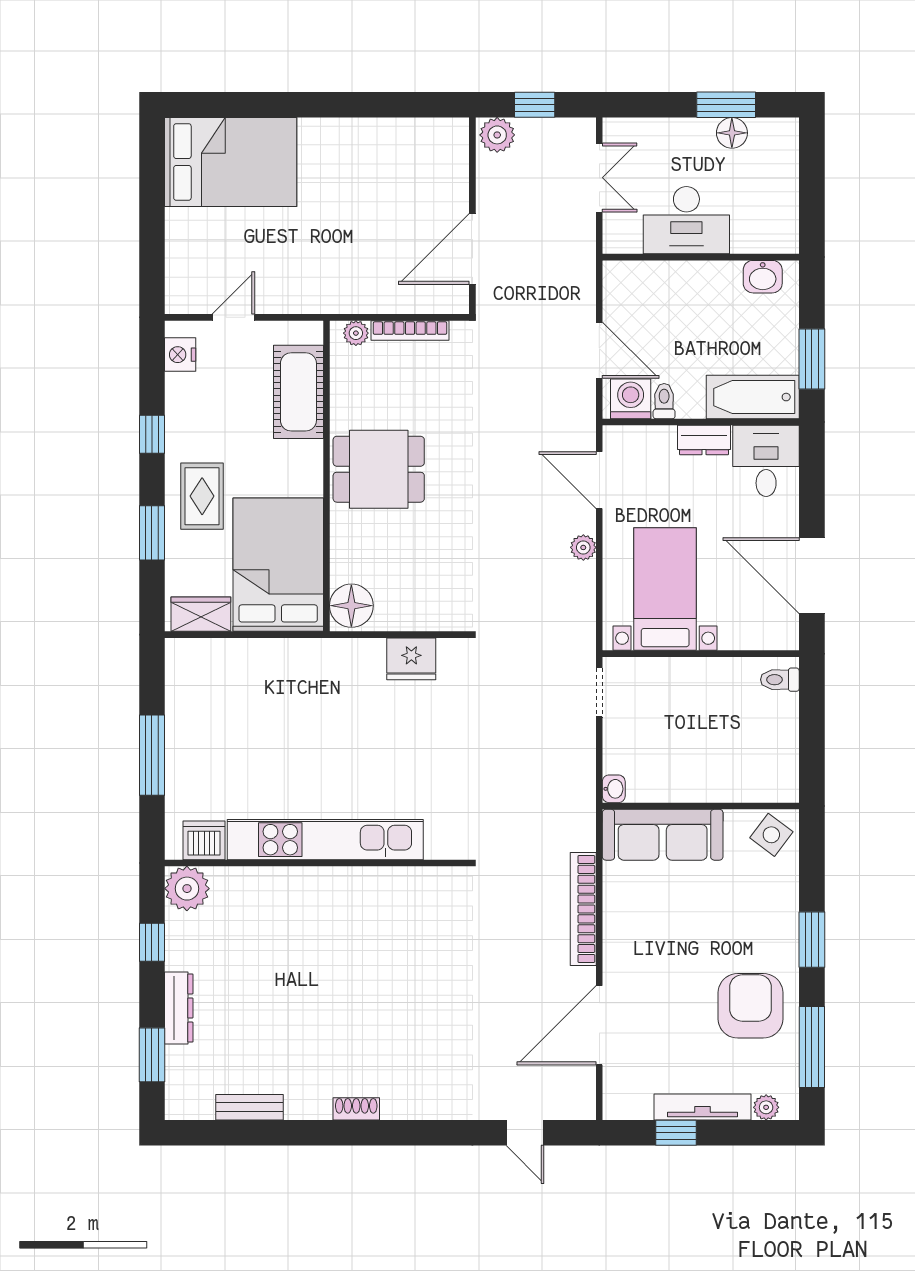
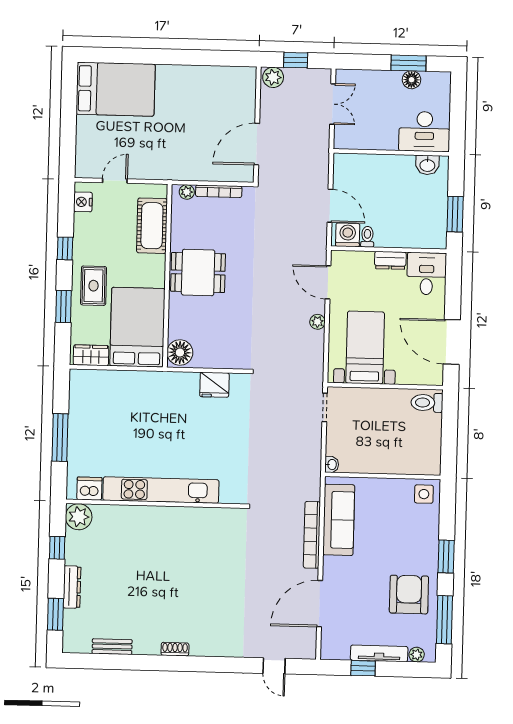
desk: (686, 220) -> (424, 132), moved
bathtub: (753, 397) -> (420, 236), removed
toilet: (780, 680) -> (427, 403), width x1.37, depth x1.39
sofa: (663, 835) -> (339, 520), moved, turned -90
side table: (771, 835) -> (424, 494), turned -37

